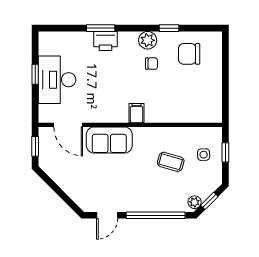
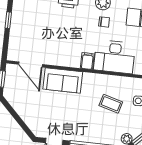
desk: (57, 80) -> (114, 57), moved, turned -90

